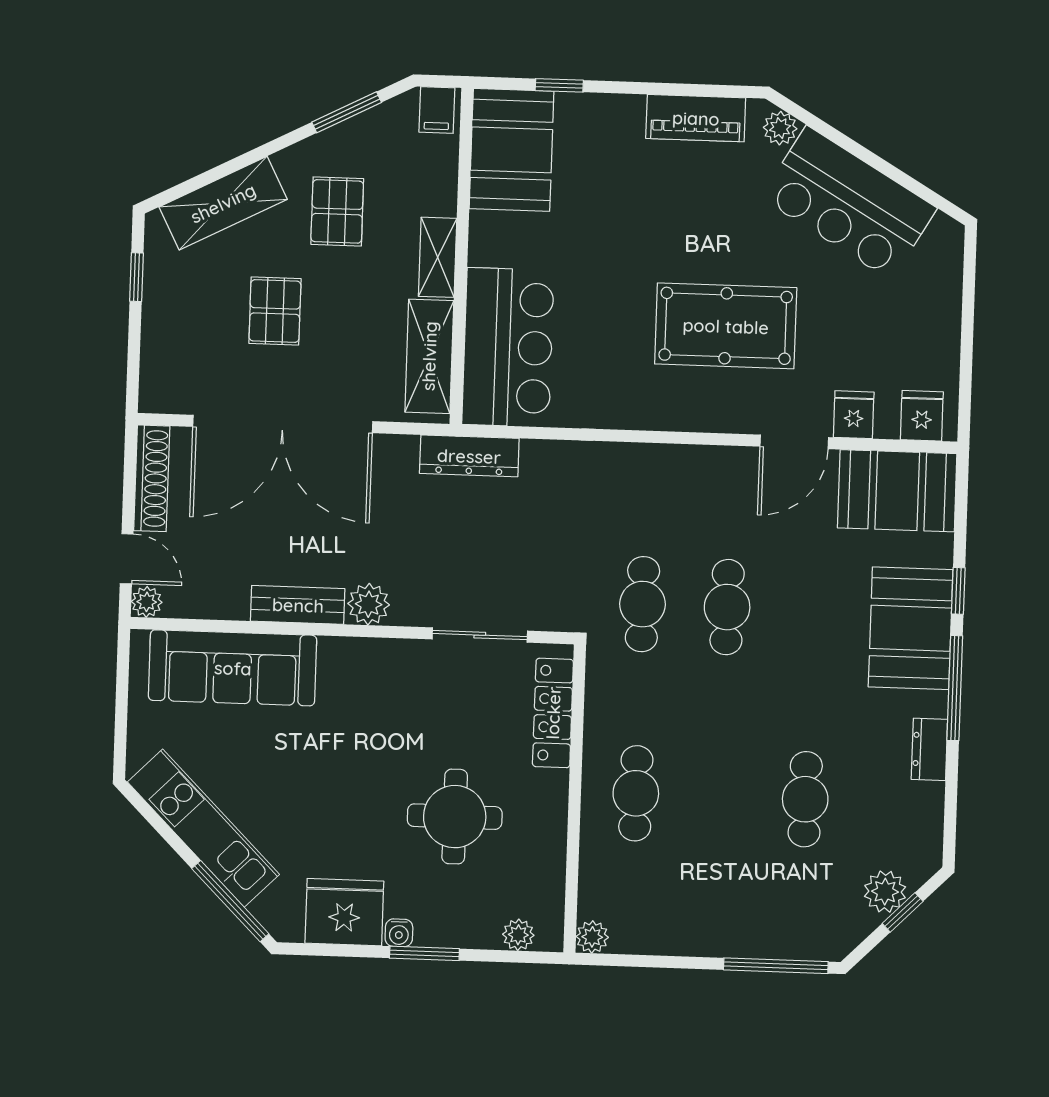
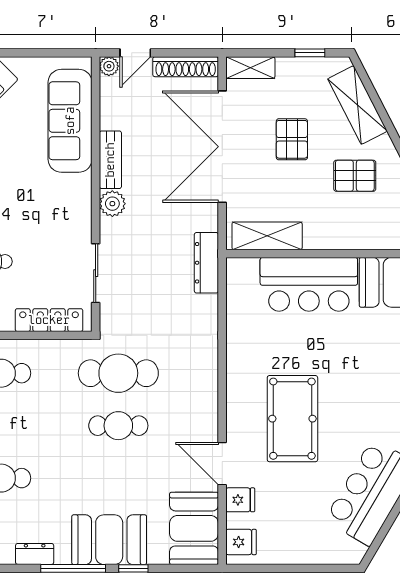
shelving: (438, 257) -> (250, 68), moved
pallet: (275, 311) -> (292, 139), turned 90
bar counter: (508, 347) -> (309, 284), moved
cafe table: (642, 604) -> (118, 373), width x1.37, depth x1.35

